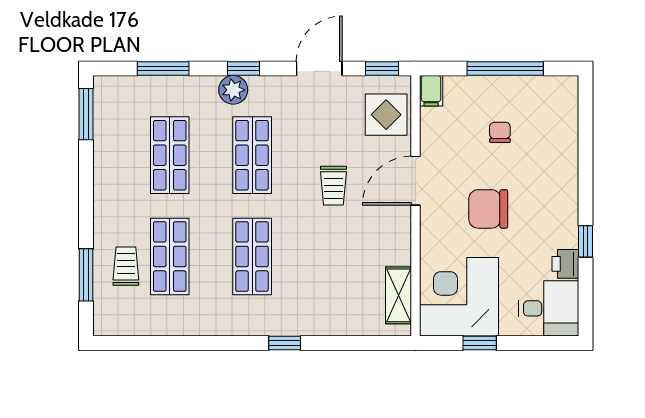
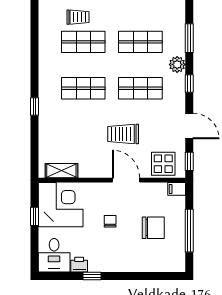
plant: (233, 90) -> (177, 64), moved
chair: (500, 132) -> (153, 228), width x1.87, depth x1.87
trolley: (333, 186) -> (123, 134), width x1.36, depth x1.39
chair: (488, 209) -> (110, 221), width x0.54, depth x0.54

